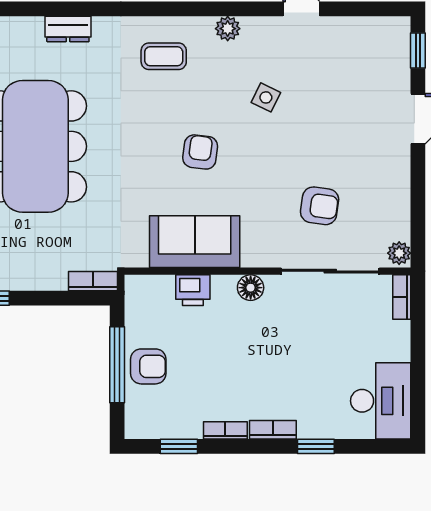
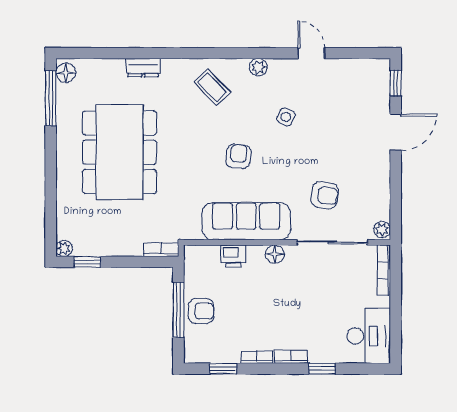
coffee table: (164, 56) -> (212, 87), turned 46
sofa: (195, 242) -> (246, 221), width x1.36
bookcase: (402, 297) -> (384, 270), width x1.56

